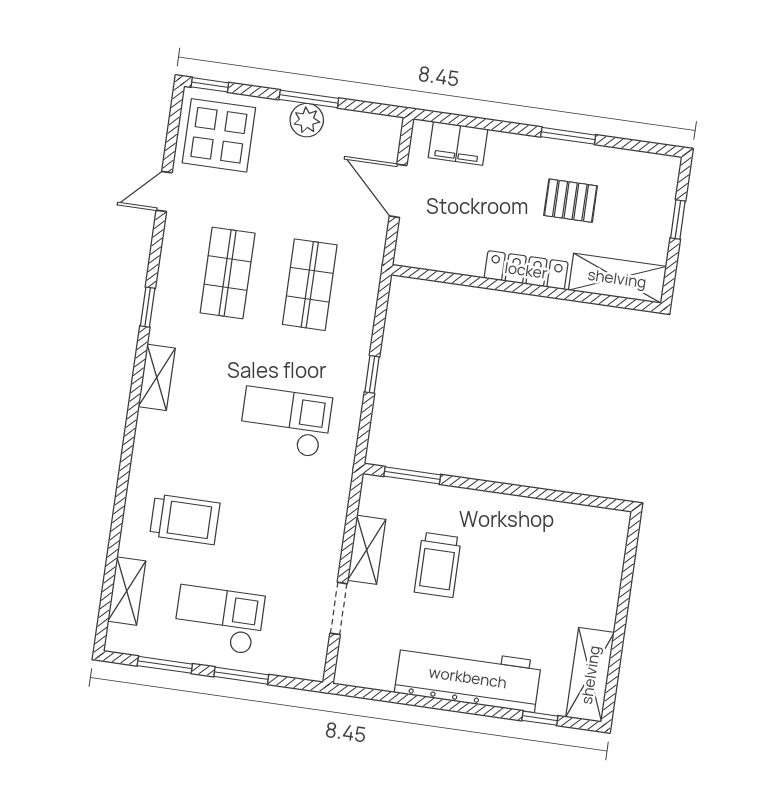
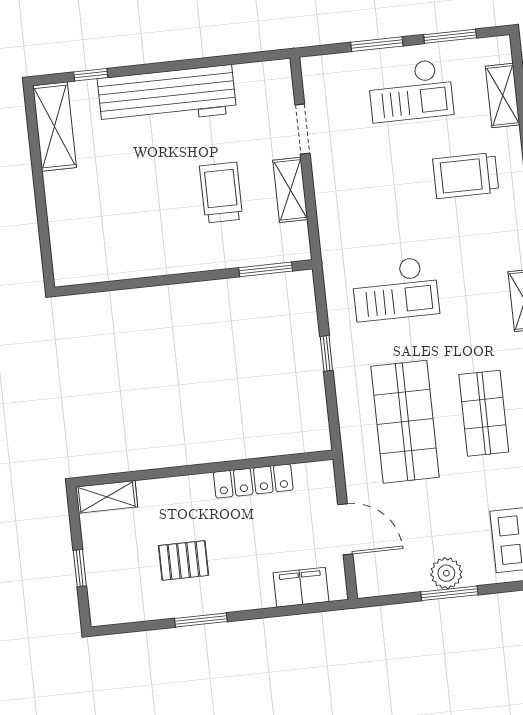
locker: (526, 270) -> (253, 481), moved
shelving: (617, 278) -> (107, 497), width x0.67, depth x0.75
shop shelf: (310, 285) -> (405, 422), width x1.43, depth x1.36

